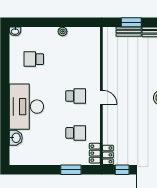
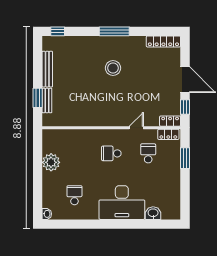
plant: (63, 31) -> (51, 162), width x1.87, depth x1.87
school desk: (34, 59) -> (74, 195), turned 180
school desk: (76, 96) -> (111, 153), turned -90
door: (101, 97) -> (136, 128), moved

